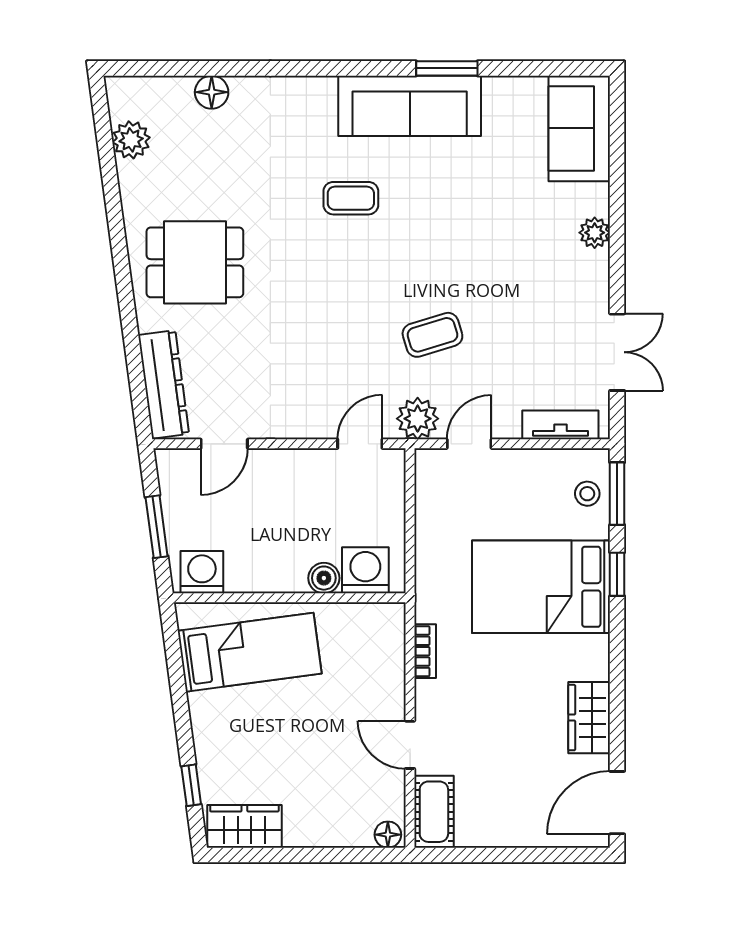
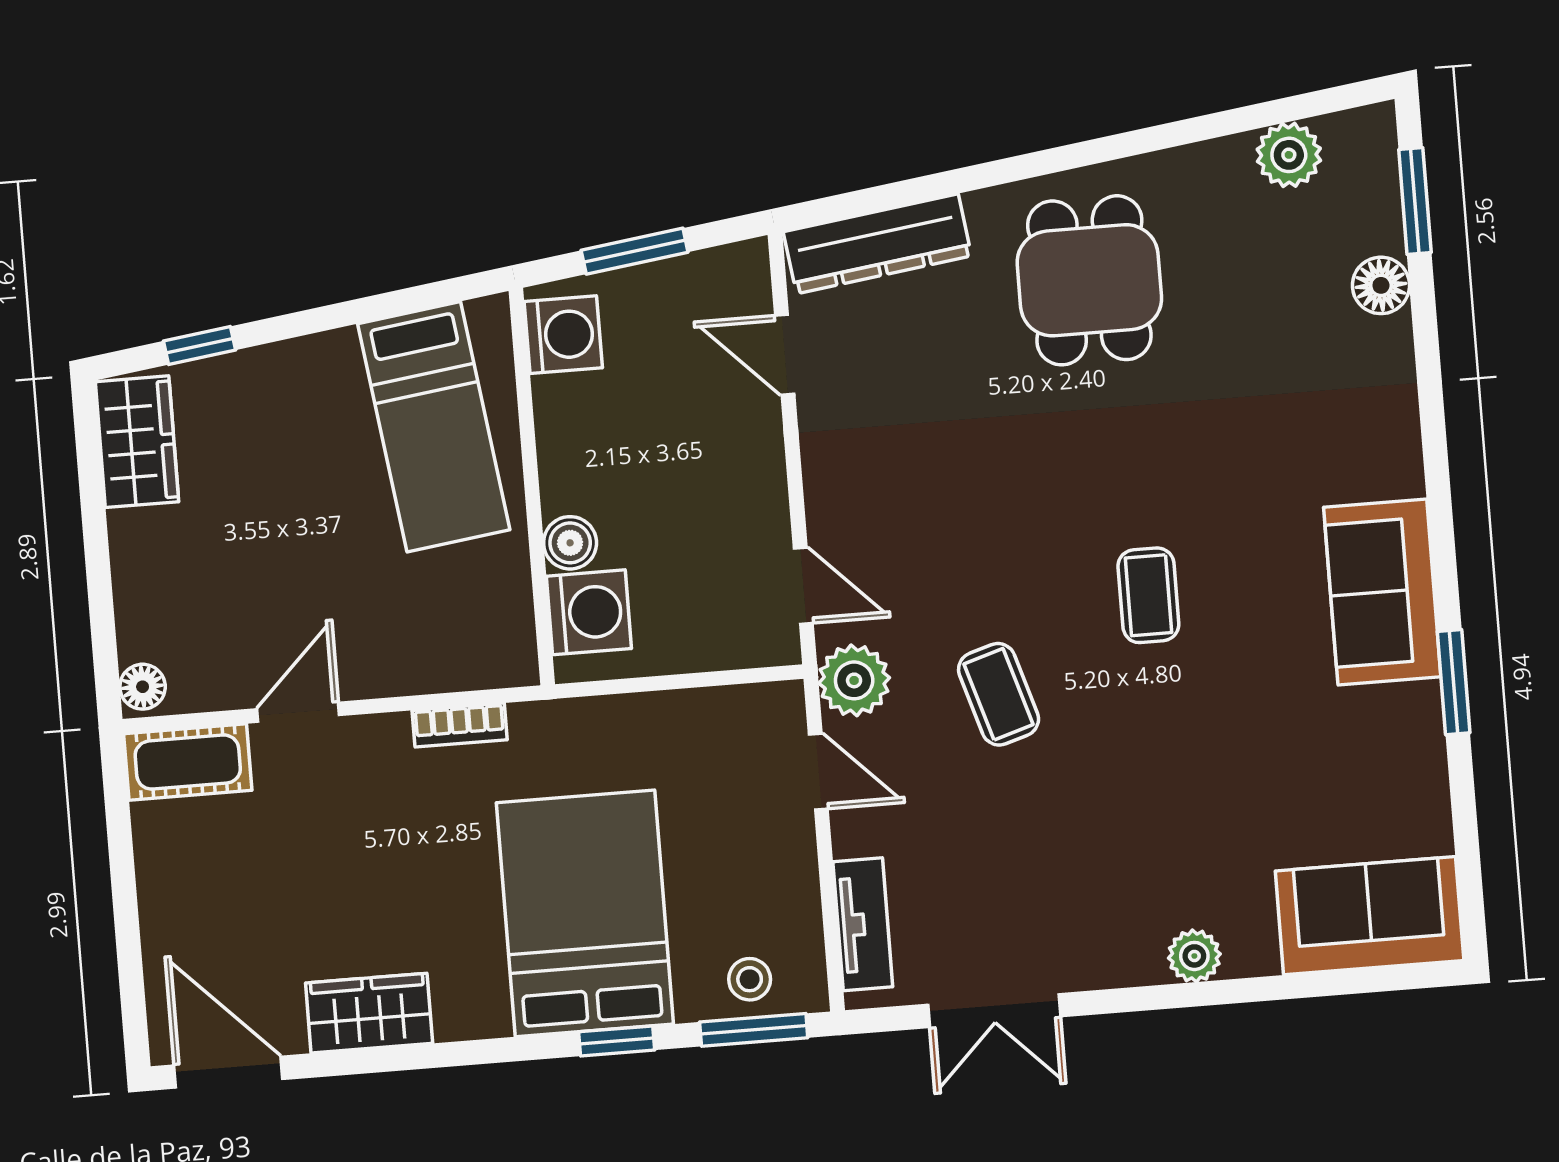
window: (164, 68) -> (1415, 201), added
sofa: (410, 106) -> (1382, 592), width x0.73
coffee table: (351, 198) -> (1148, 595), moved

